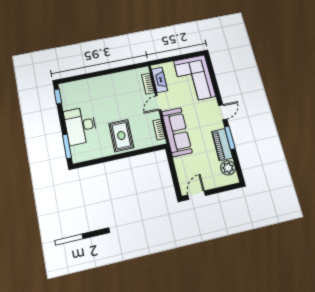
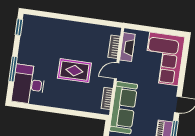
desk: (81, 126) -> (29, 84), moved
rug: (121, 136) -> (74, 71), moved, turned 90
window: (67, 146) -> (13, 69), moved

